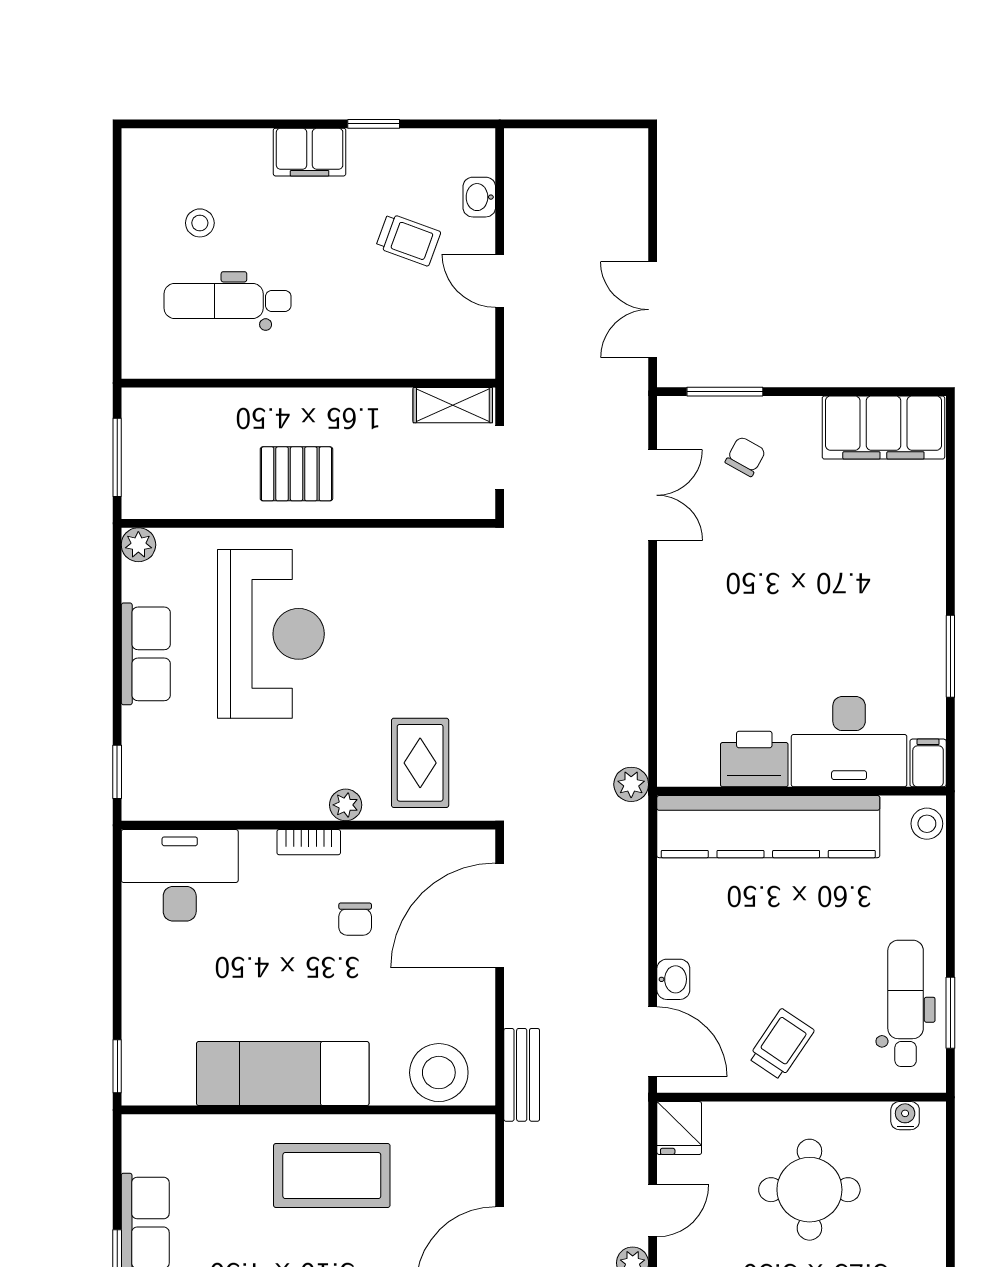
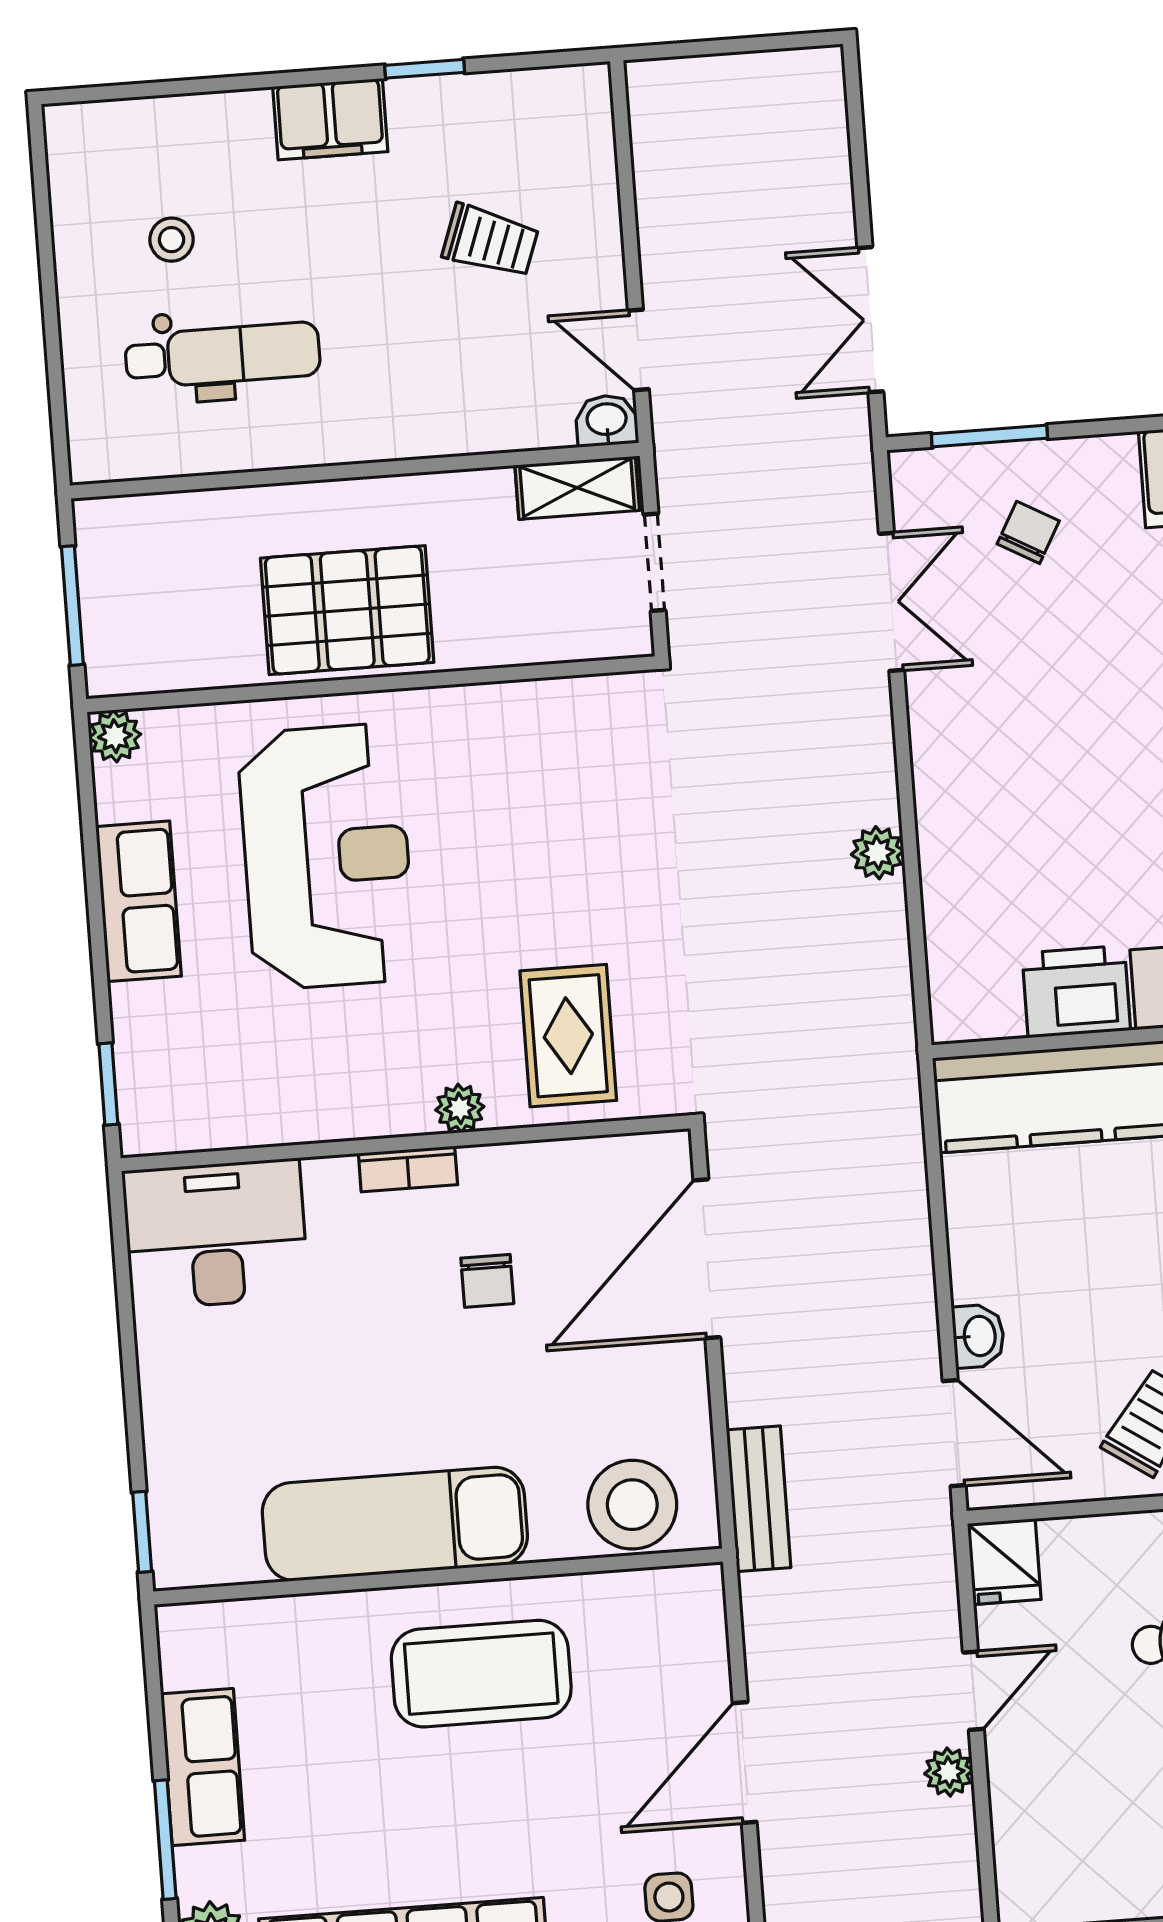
washbasin: (479, 197) -> (607, 421), moved, turned 90
door: (500, 281) -> (638, 350), moved
dental chair: (228, 301) -> (223, 355), turned 180
pallet: (296, 474) -> (347, 610), width x1.50, depth x1.42
plant: (631, 784) -> (877, 853), moved

